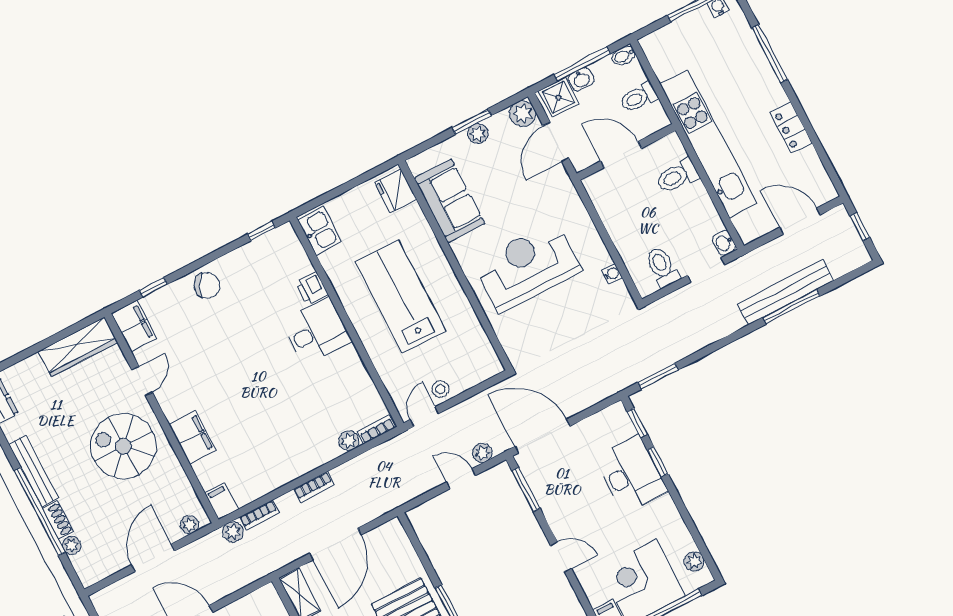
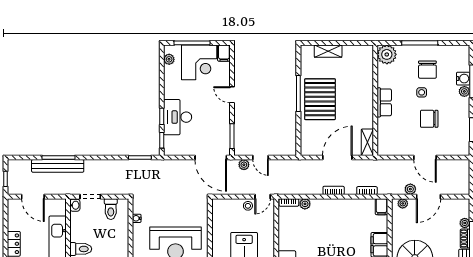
plant: (233, 532) -> (410, 189), moved

